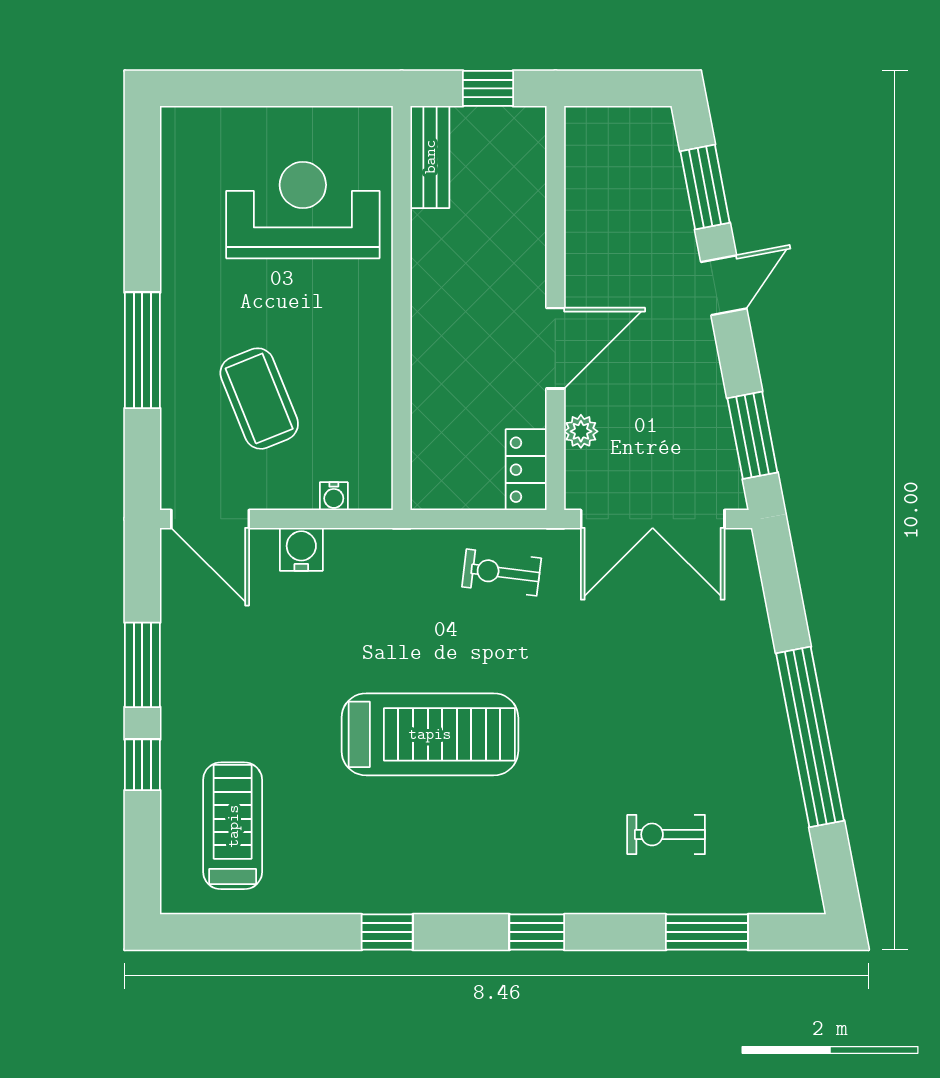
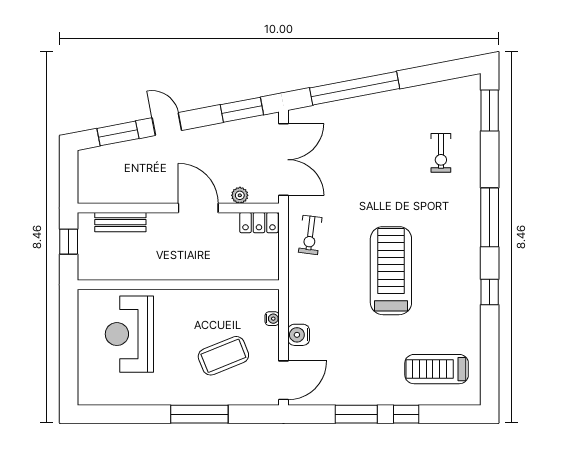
bench: (430, 157) -> (120, 222), moved
window: (810, 737) -> (355, 88), moved
window: (537, 932) -> (490, 217), width x2.17
window: (707, 932) -> (490, 111), moved

